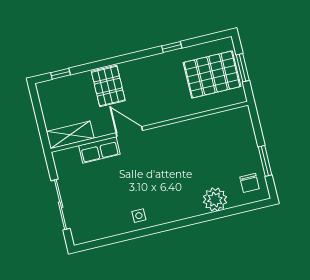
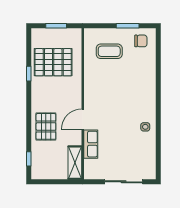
pallet: (212, 74) -> (53, 62), moved, turned 90
pallet: (108, 86) -> (46, 126), turned 90
coffee table: (226, 145) -> (109, 51), added
plant: (215, 199) -> (147, 69), removed

